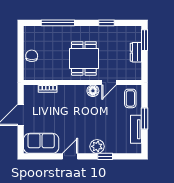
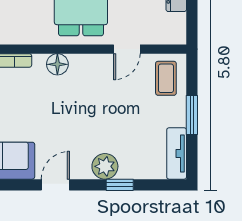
floor lamp: (93, 91) -> (57, 64), moved
tv unit: (136, 129) -> (177, 153), moved

